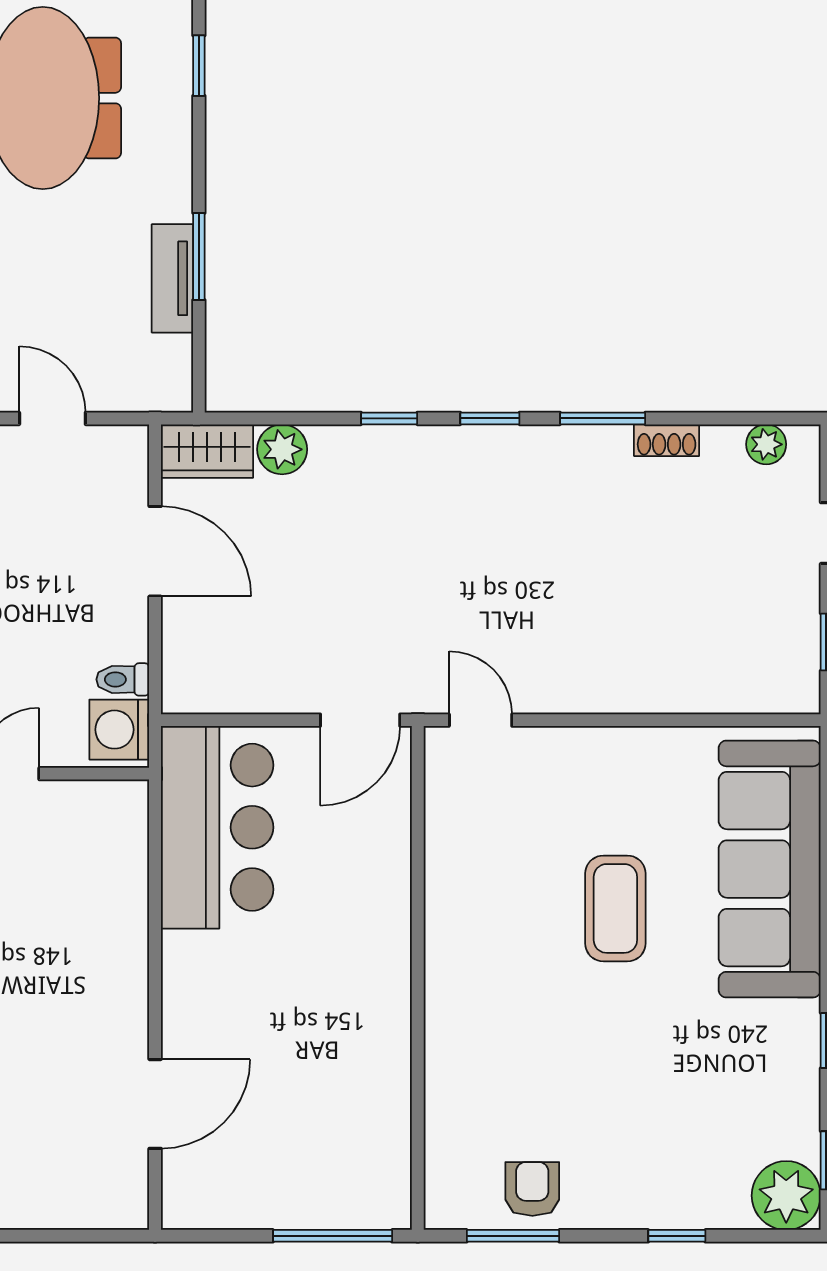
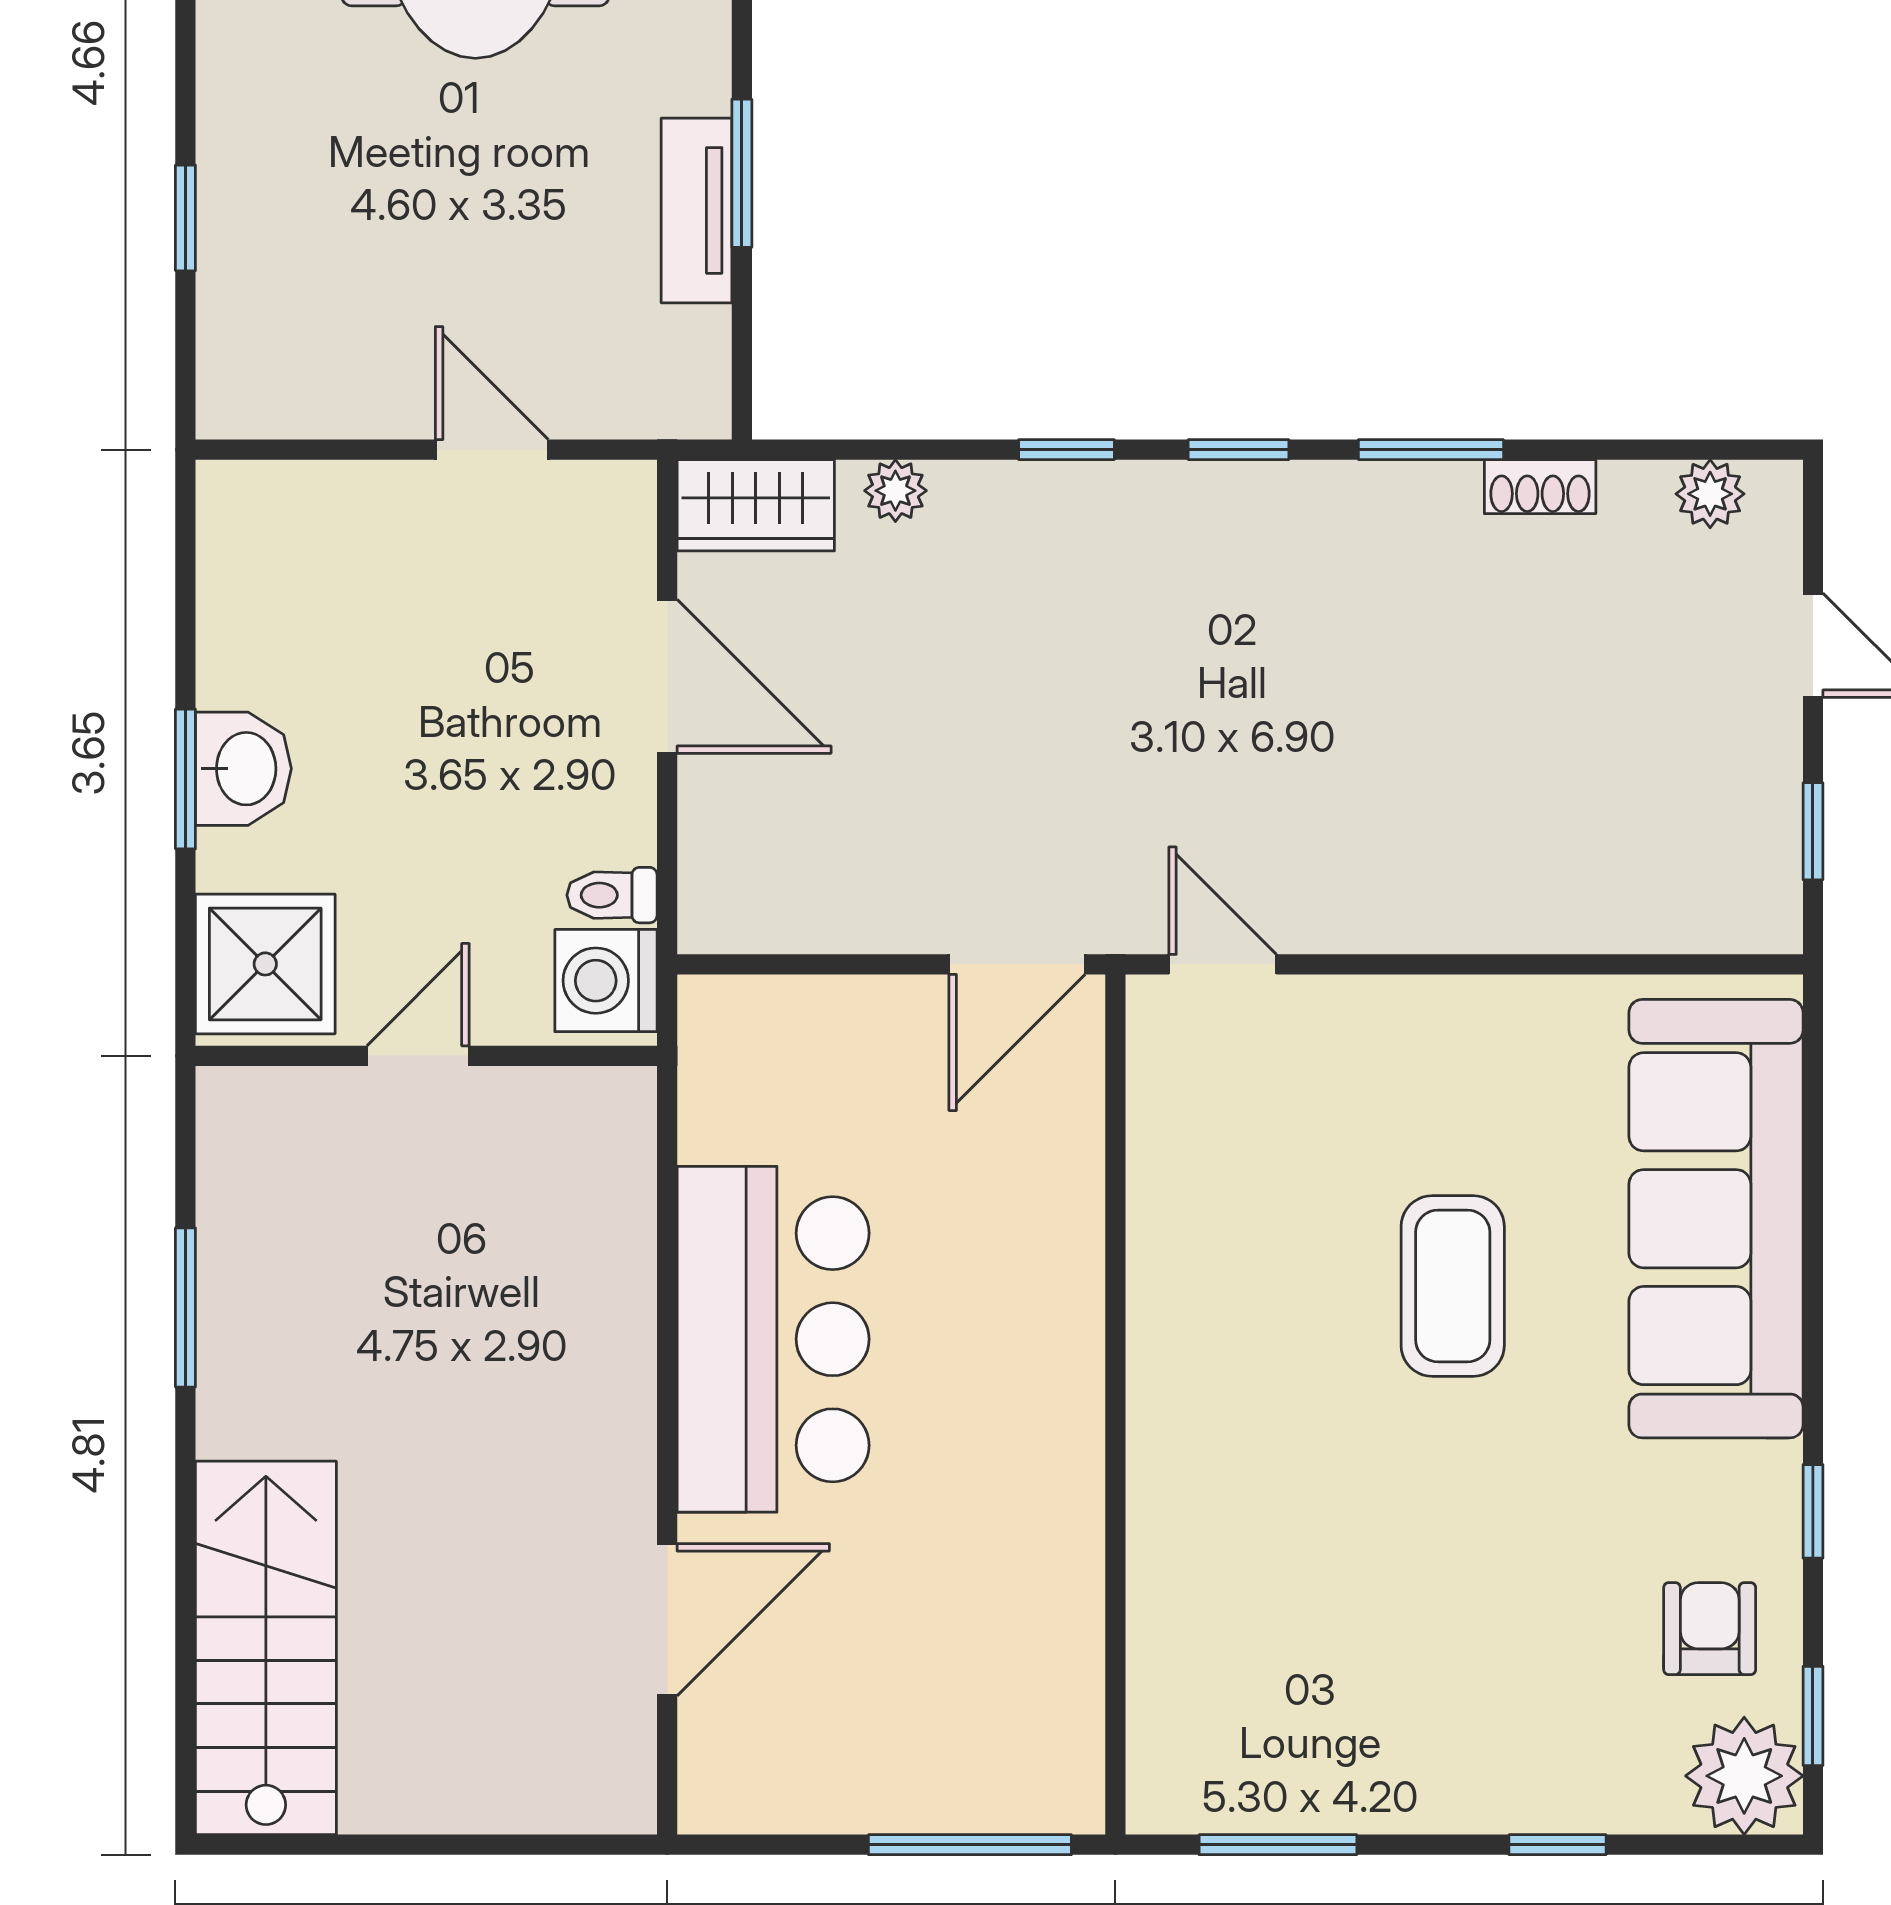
plant: (282, 449) -> (895, 491), width x0.73, depth x0.73
bar counter: (217, 827) -> (773, 1339), moved
armchair: (532, 1189) -> (1710, 1629), moved

